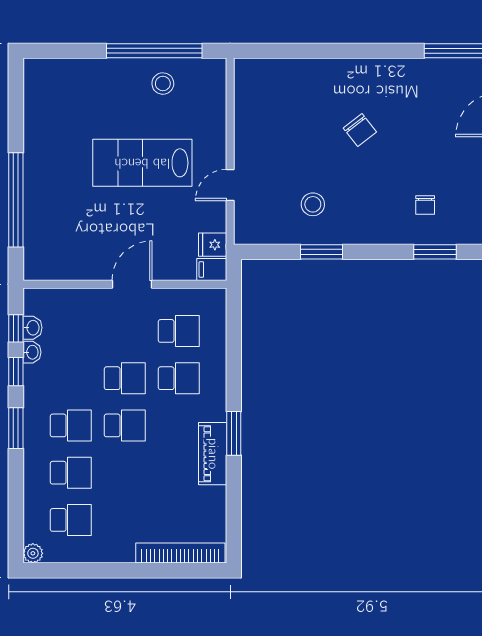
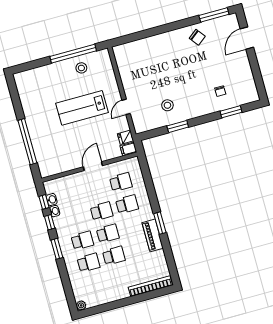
chair: (360, 130) -> (197, 37), moved
school desk: (71, 520) -> (114, 256), moved

